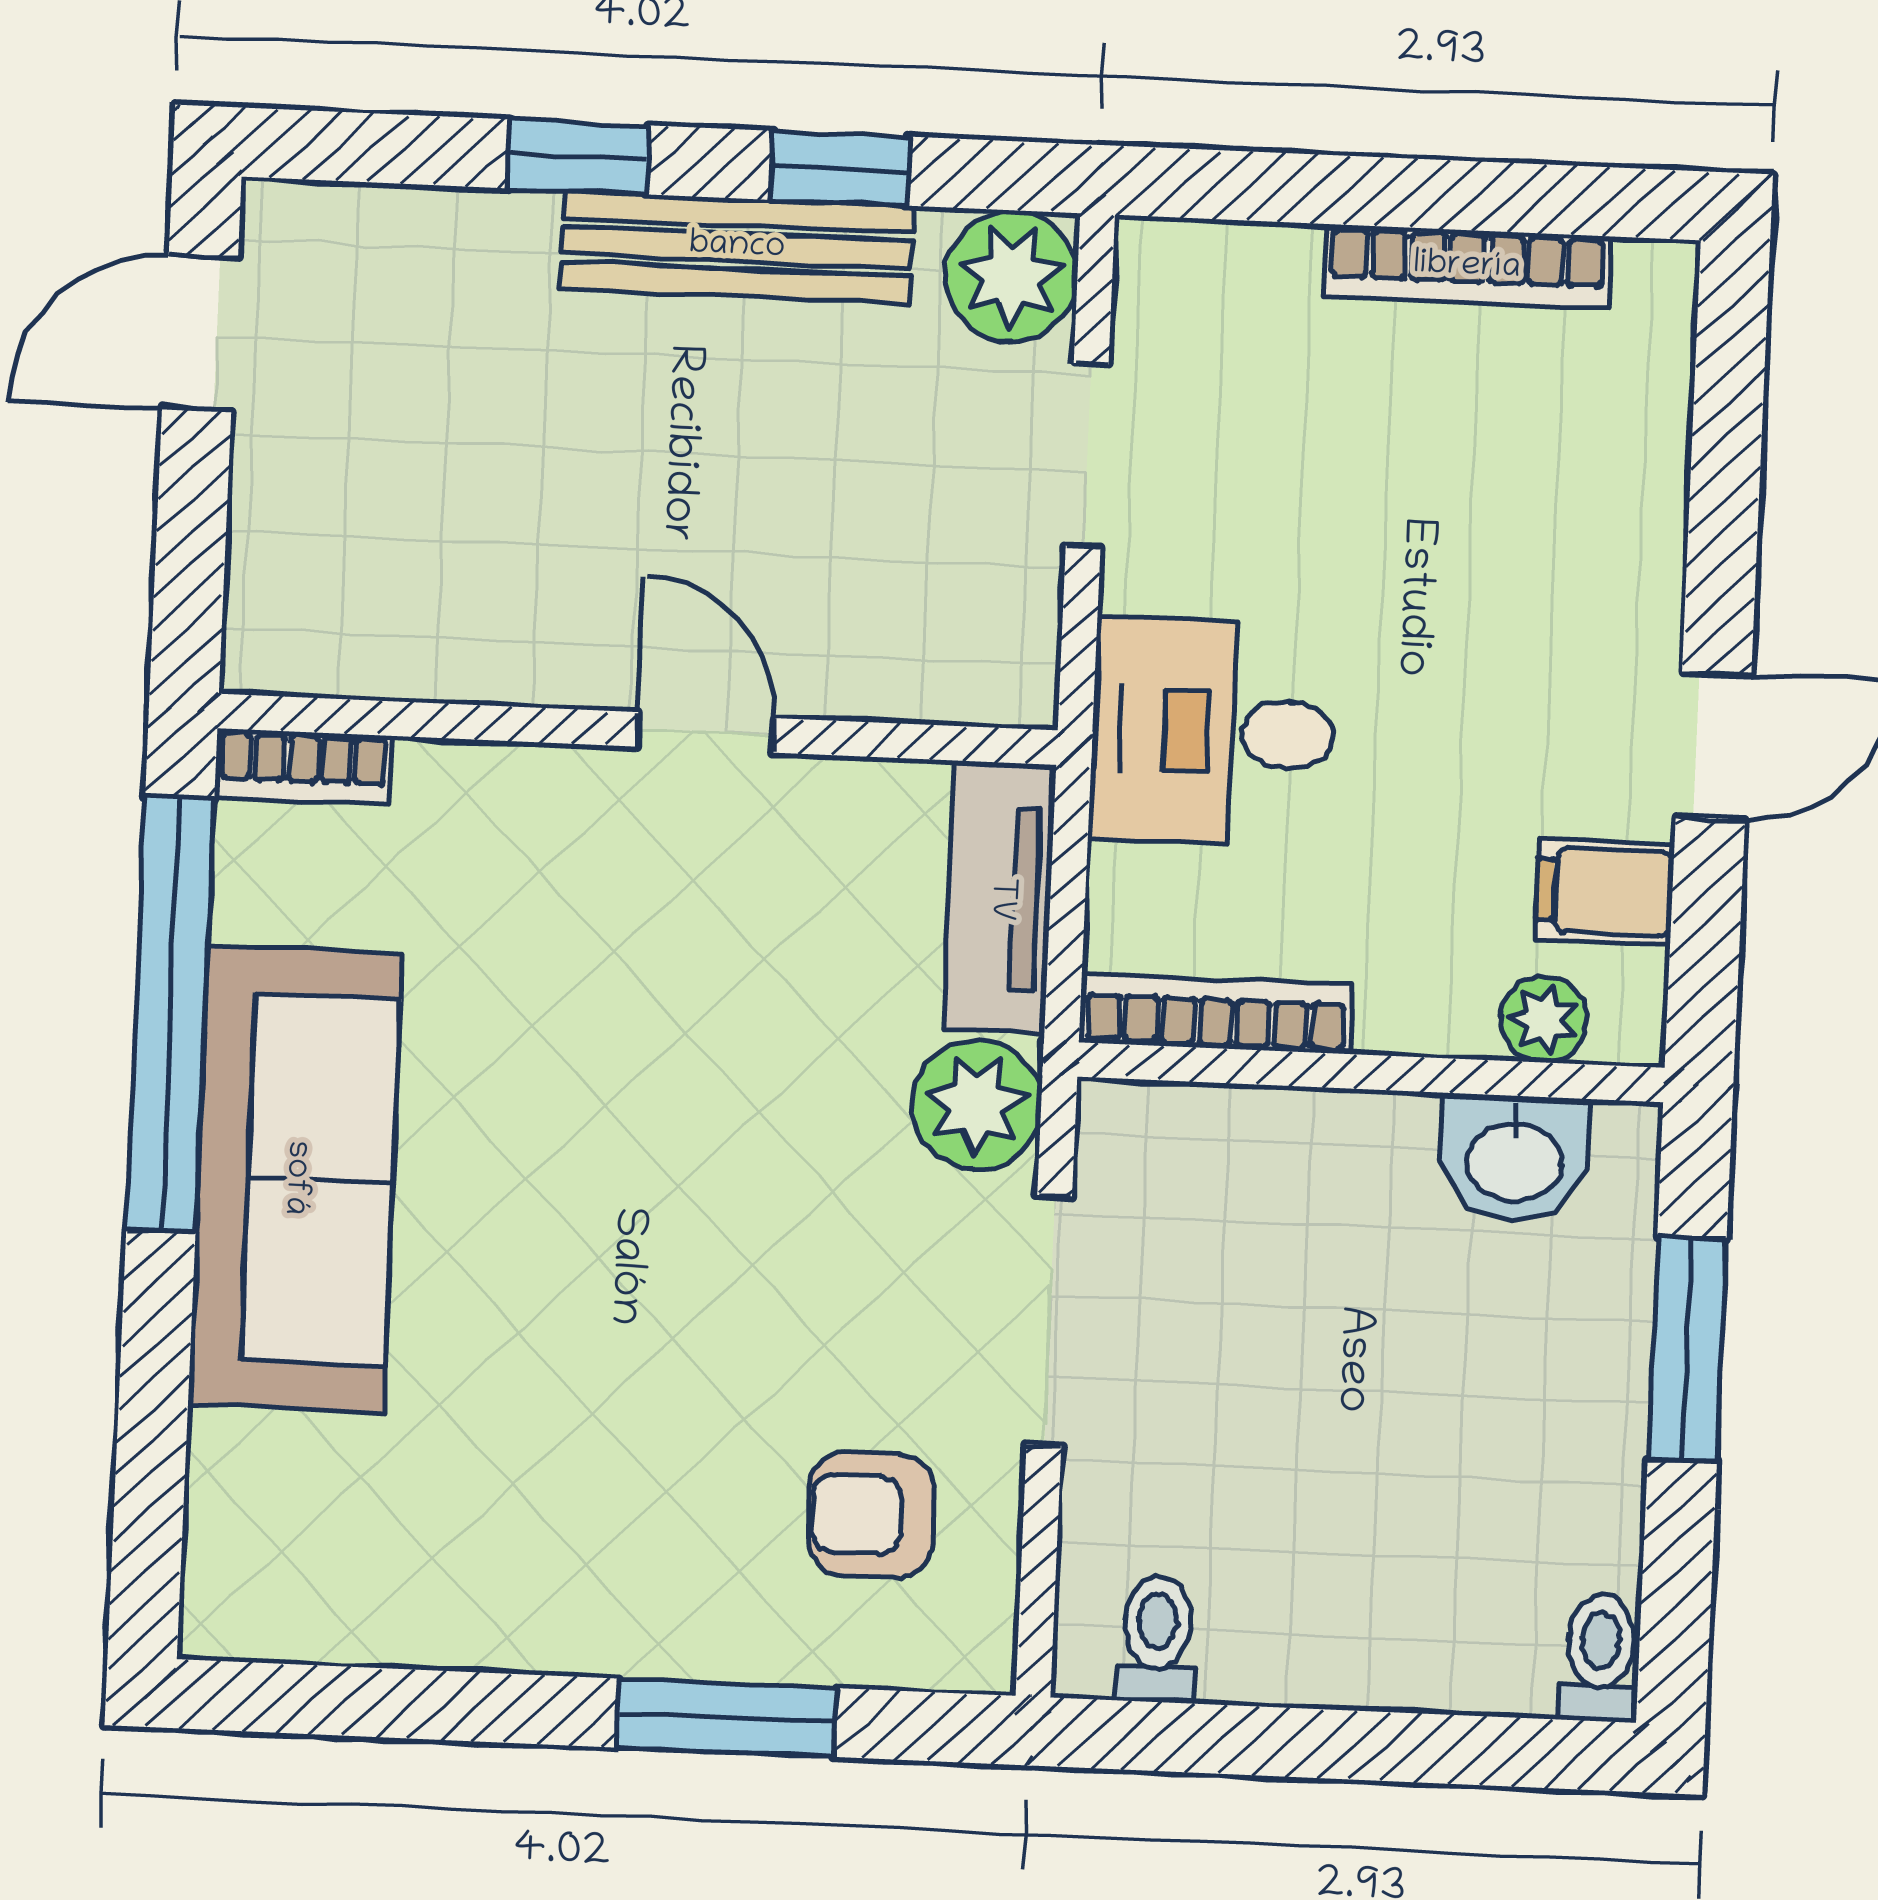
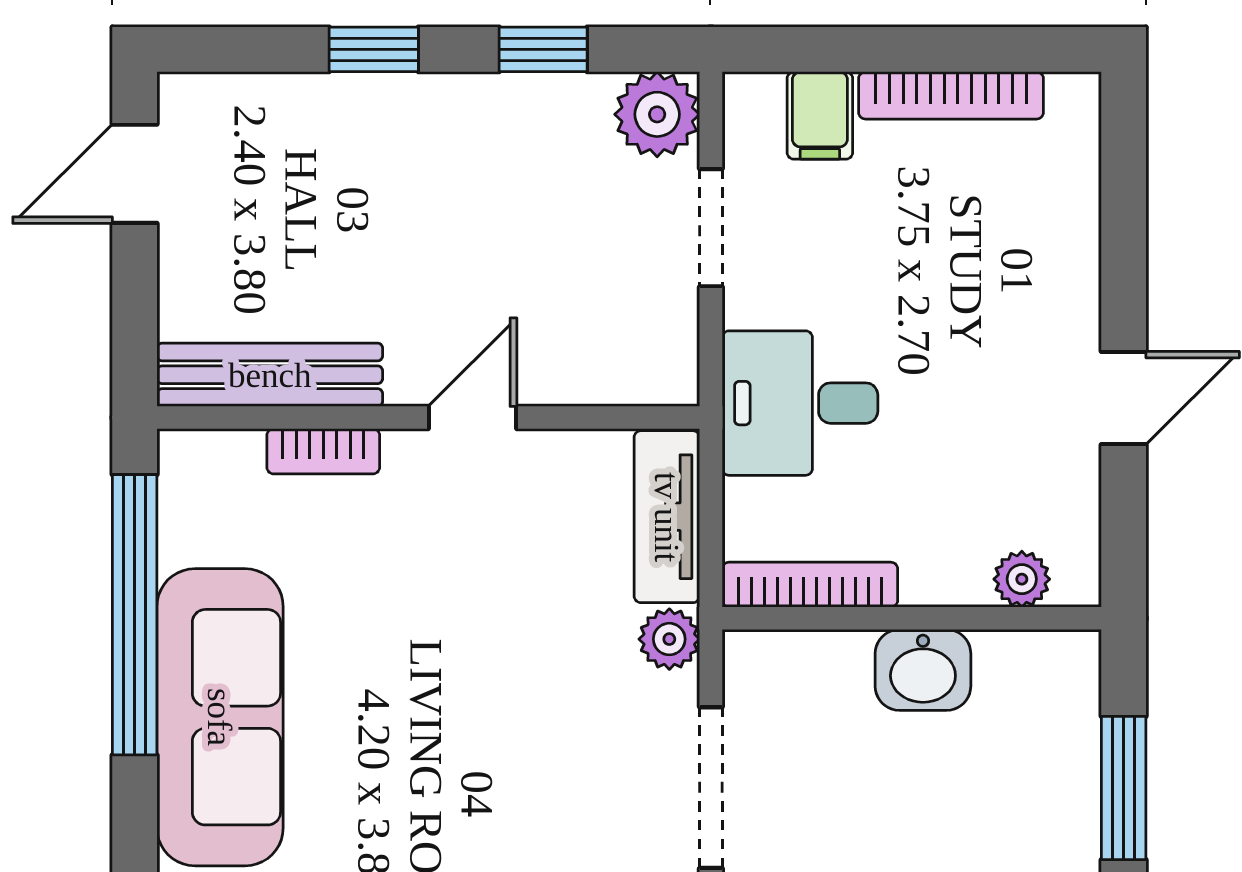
bench: (737, 247) -> (270, 375), moved
door: (706, 732) -> (472, 418), hinge flipped
bookcase: (303, 767) -> (323, 451), moved
filing cabinet: (1605, 892) -> (820, 115), moved, turned -90
plant: (977, 1105) -> (669, 639), width x0.73, depth x0.73
washbasin: (1514, 1158) -> (923, 670), moved

